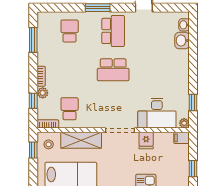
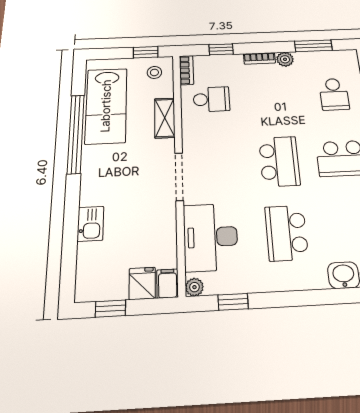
school desk: (70, 31) -> (334, 94), turned 90
school desk: (113, 70) -> (279, 161), turned 180
school desk: (157, 70) -> (286, 233), added
plant: (43, 93) -> (285, 59), moved
shelving: (81, 140) -> (165, 118), width x0.67, depth x0.75
fridge: (146, 141) -> (142, 283), moved, turned 90

